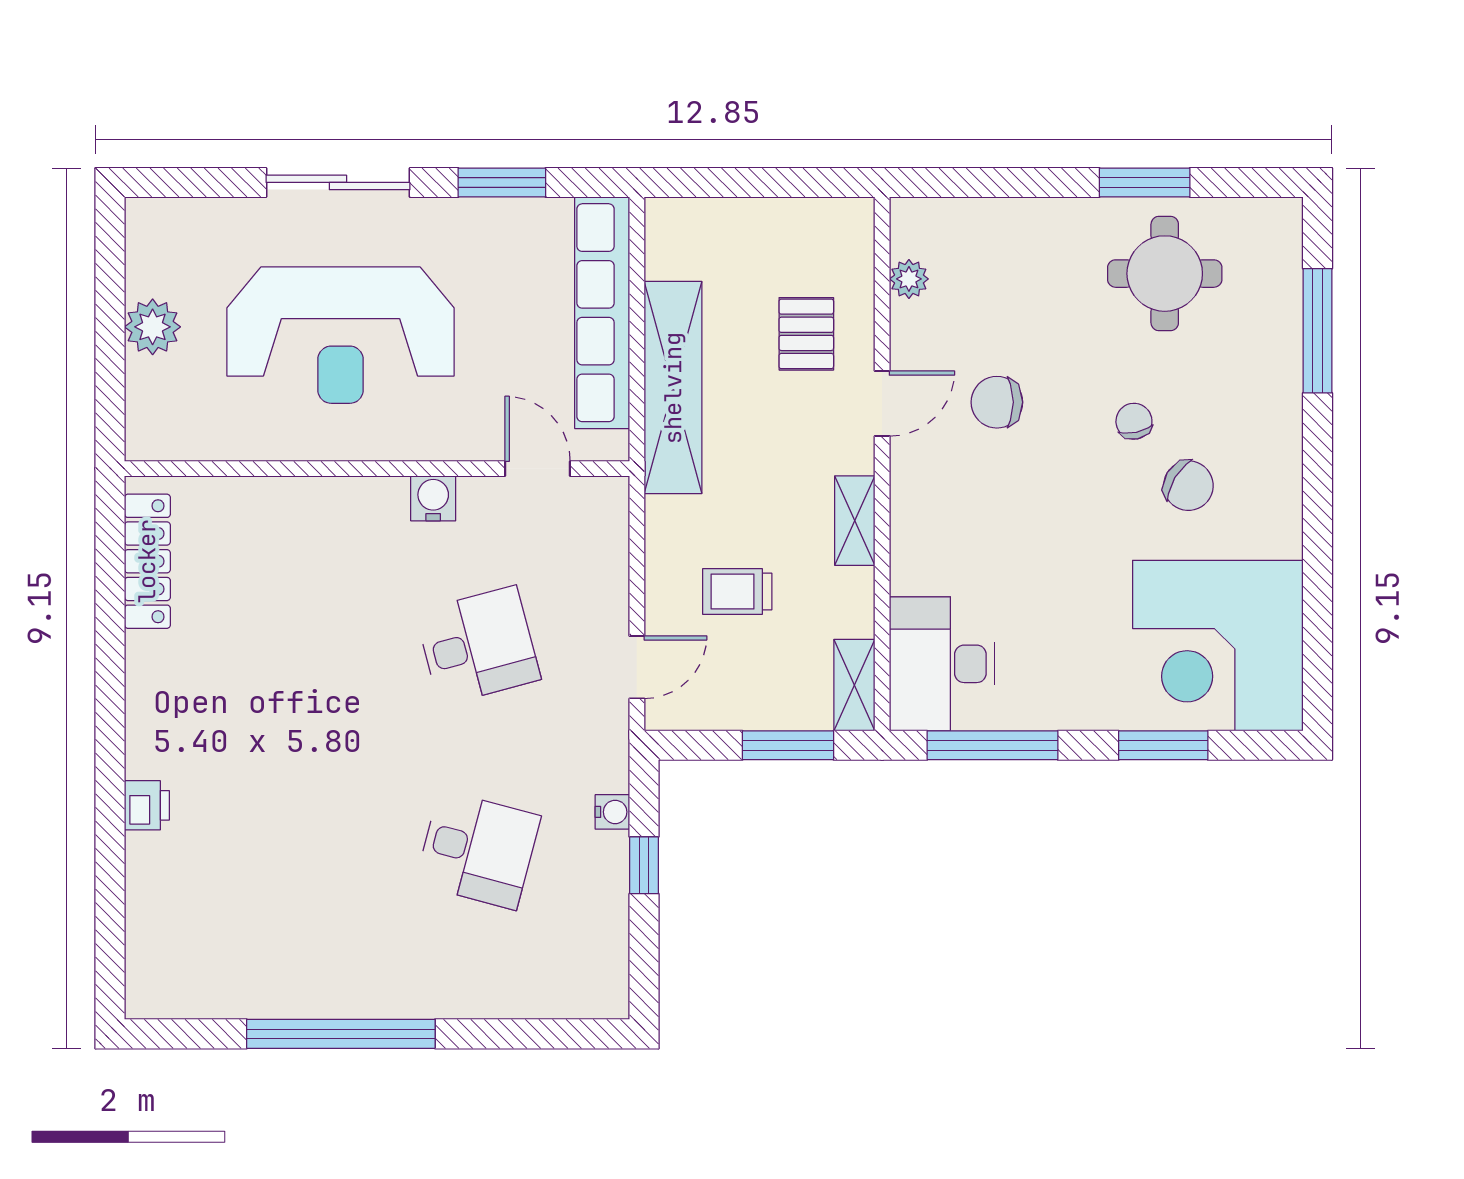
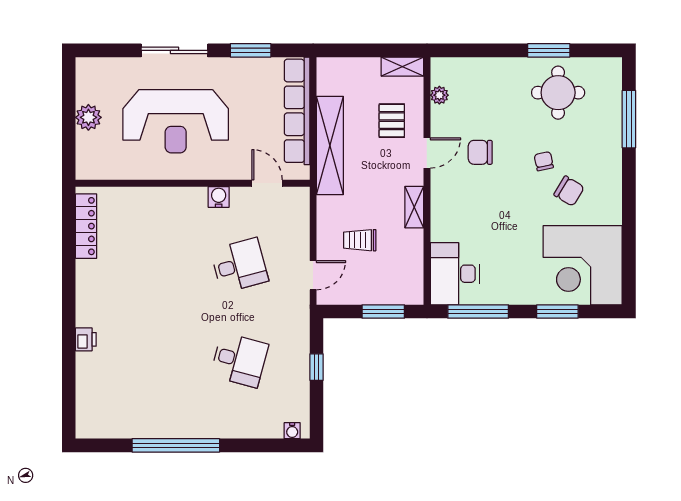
shelving: (854, 685) -> (402, 67), moved, turned 90
water cooler: (612, 812) -> (292, 431), moved, turned 90

